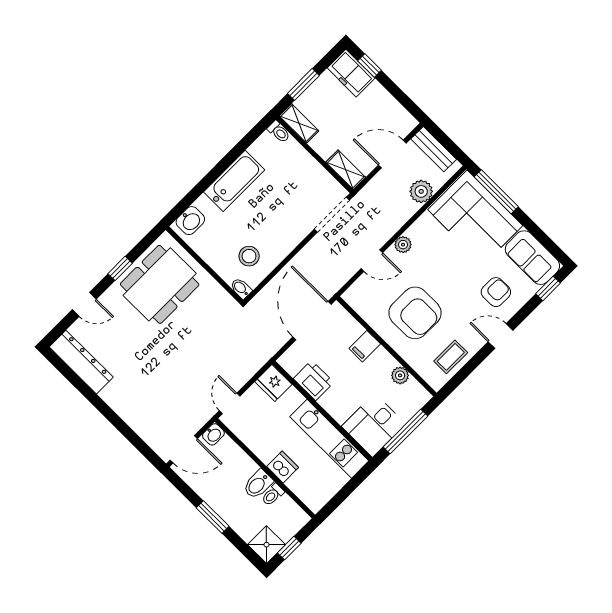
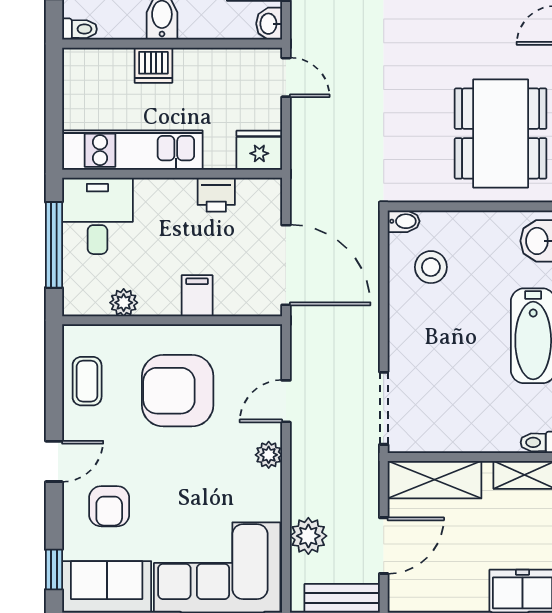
shelving: (346, 170) -> (434, 480), width x1.50, depth x1.33
printer: (314, 380) -> (216, 195), width x0.73, depth x0.81
toilet: (273, 495) -> (80, 29), moved, turned 90

